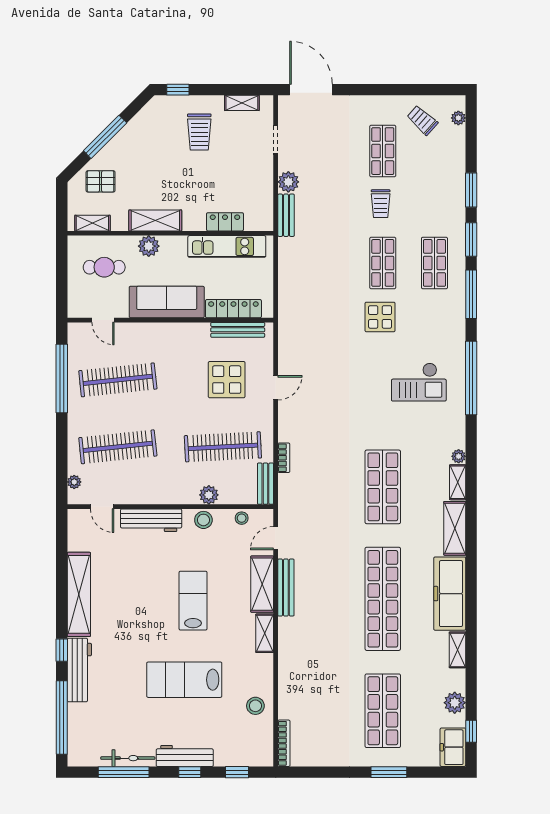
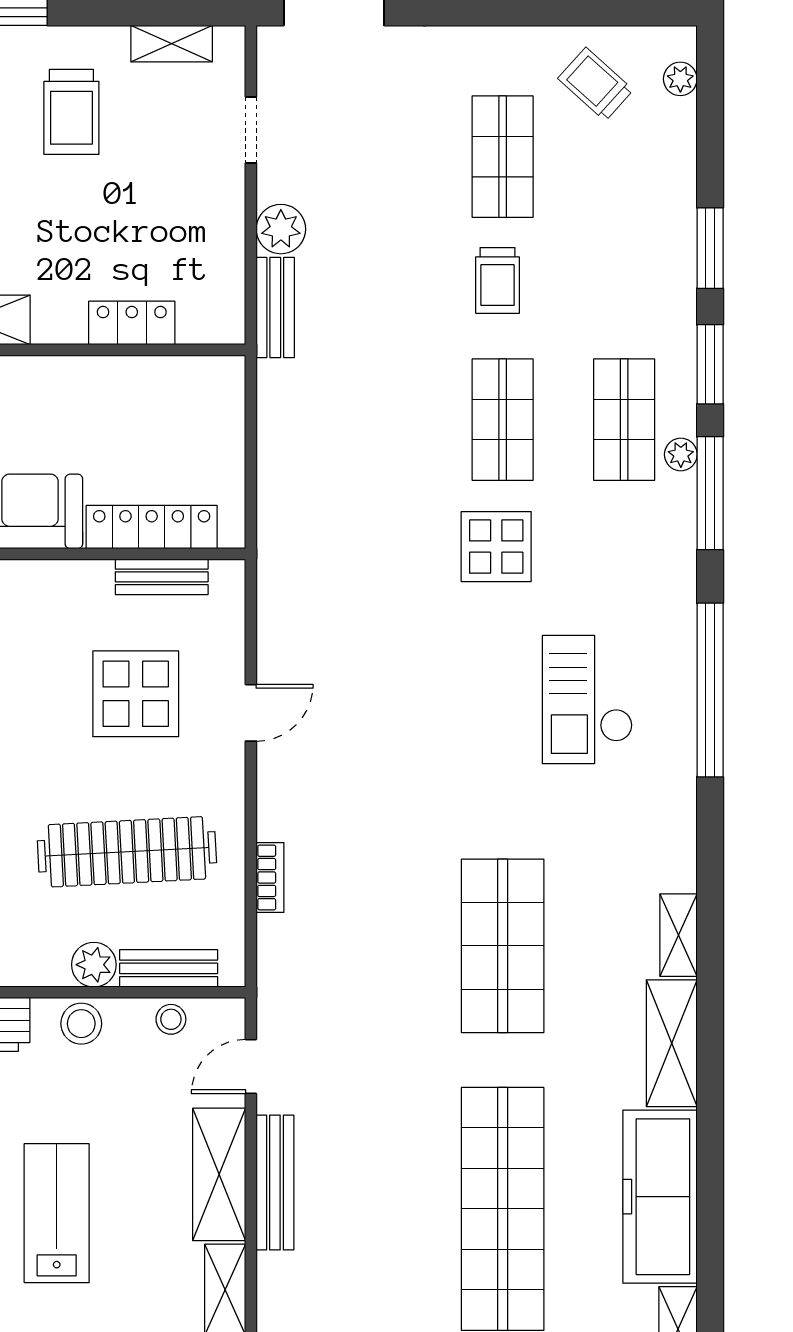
kitchen unit: (227, 246) -> (136, 381), removed
bench: (238, 330) -> (162, 577), width x0.73
checkout: (419, 382) -> (587, 700), turned 90
plant: (459, 456) -> (681, 454), moved
bench: (265, 484) -> (169, 968), moved, turned 90

